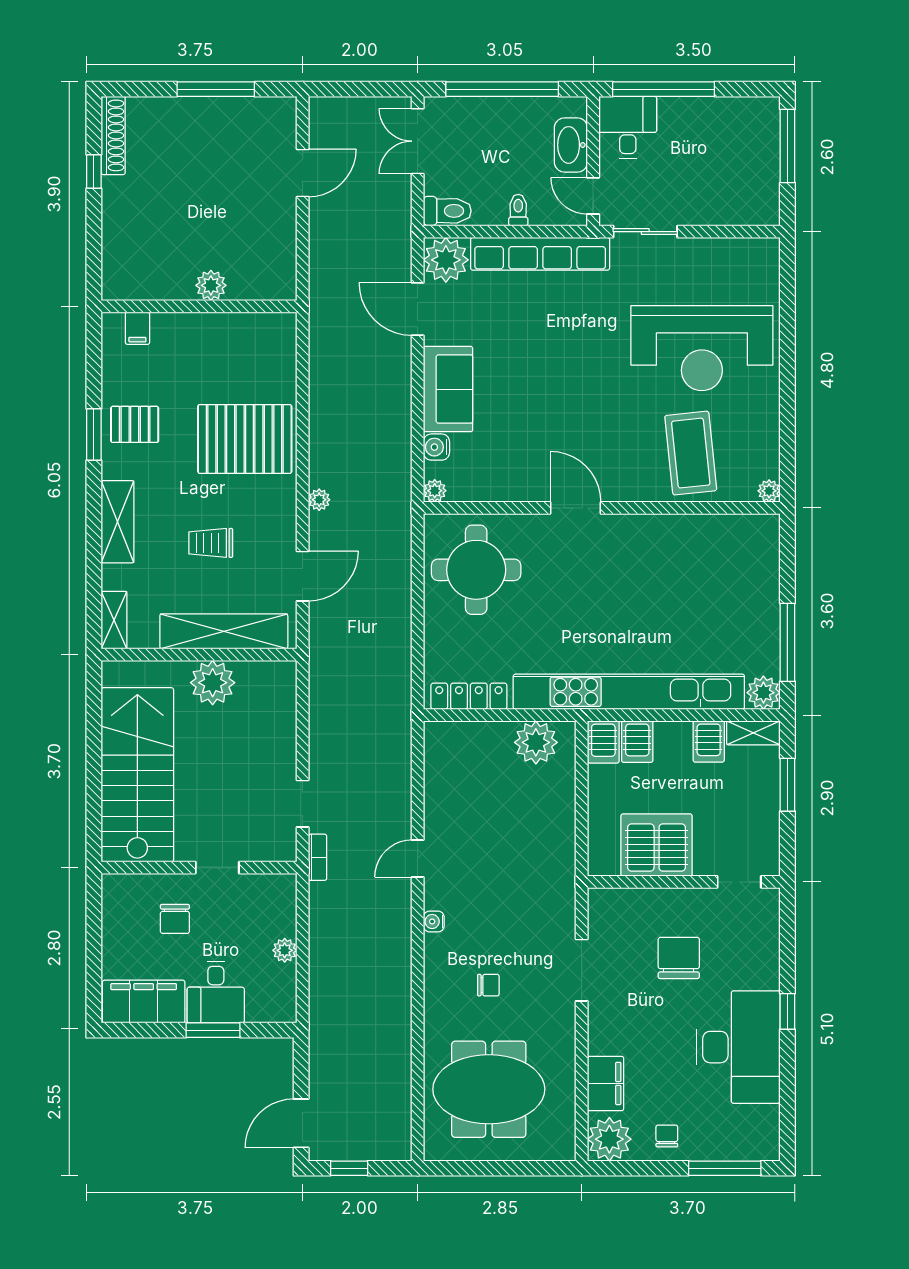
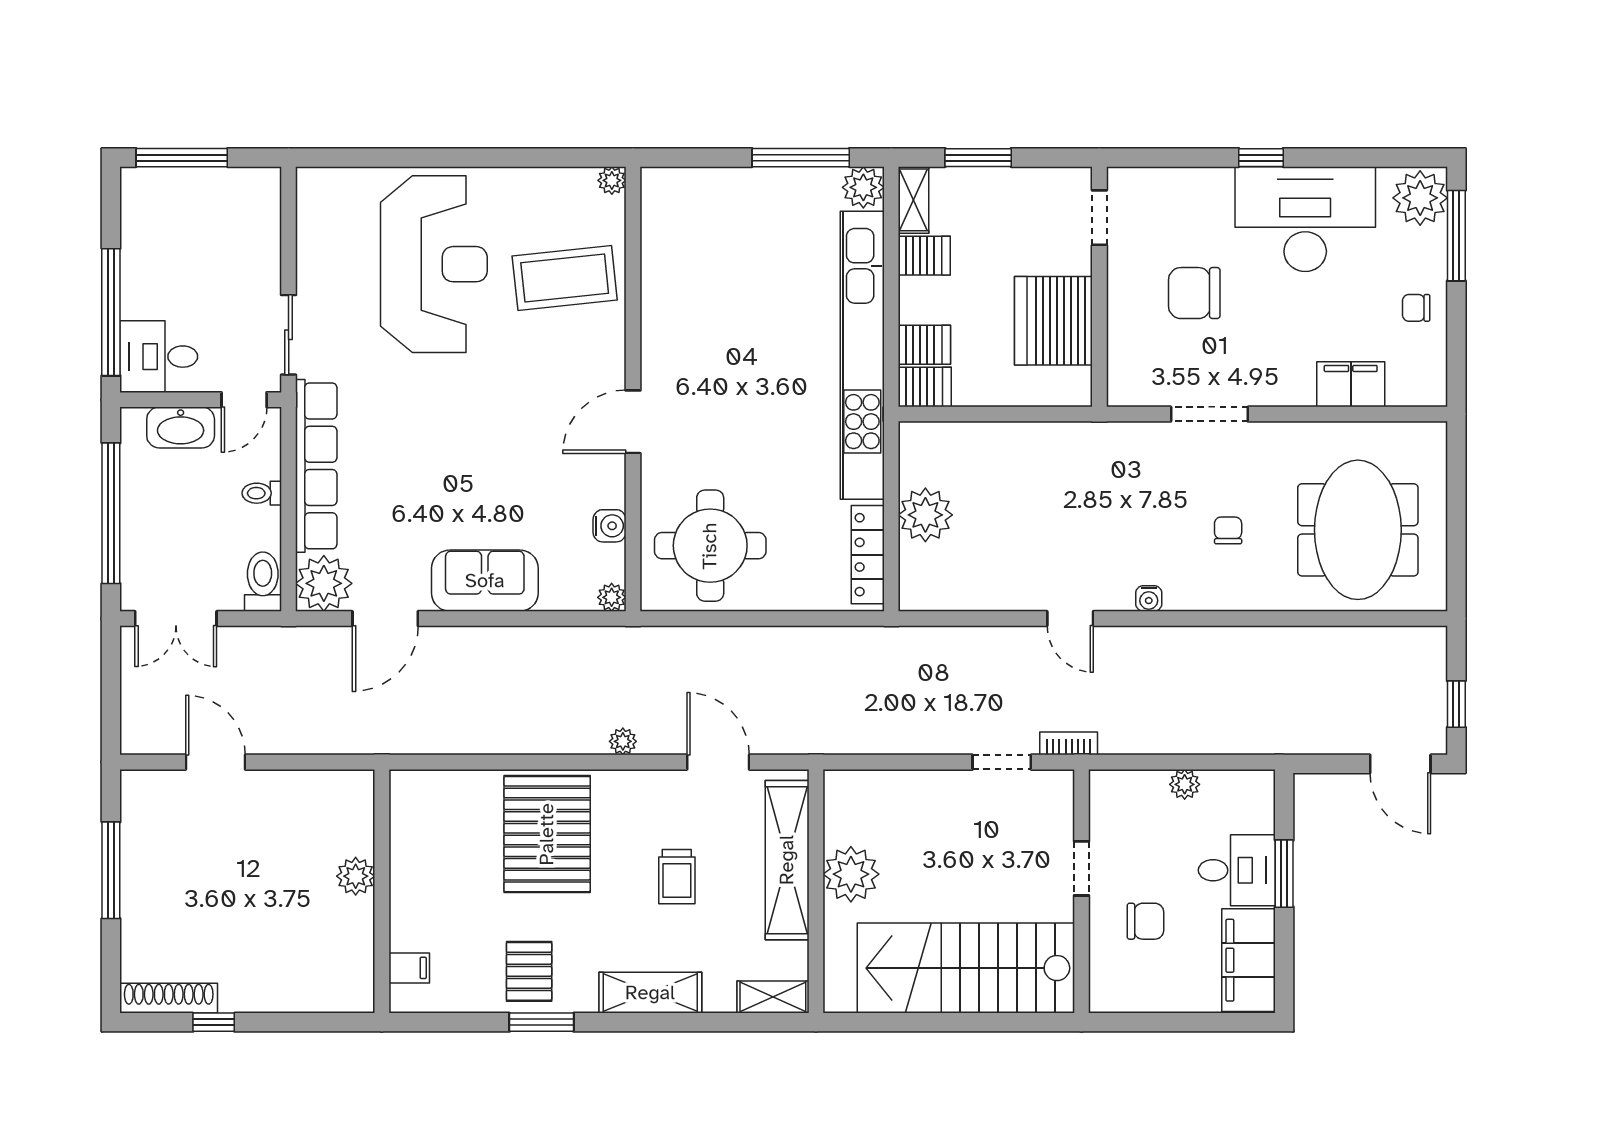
water cooler: (436, 447) -> (610, 526), moved, turned -90
plant: (536, 742) -> (925, 515), moved
plant: (609, 1139) -> (1420, 198), moved

